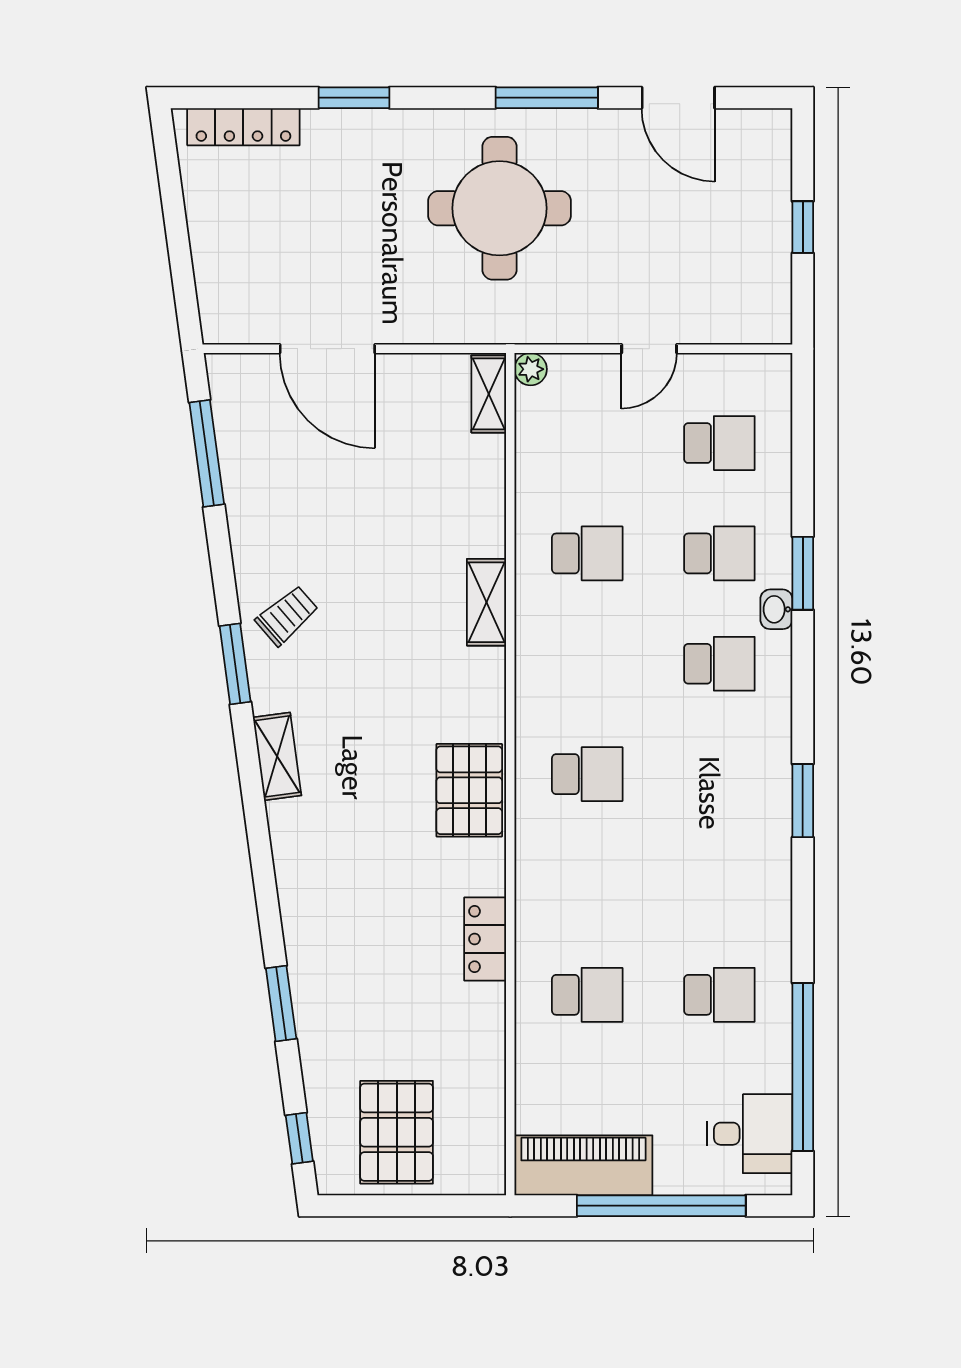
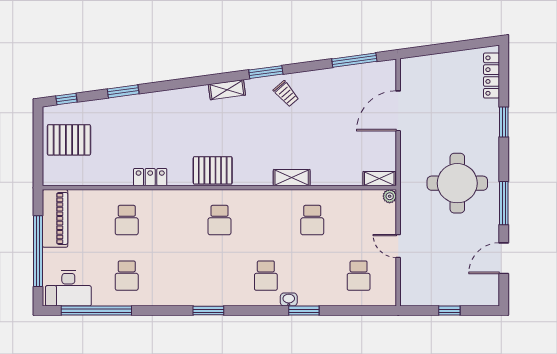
school desk: (719, 553) -> (312, 276), removed
desk: (750, 1134) -> (68, 288), width x1.37

